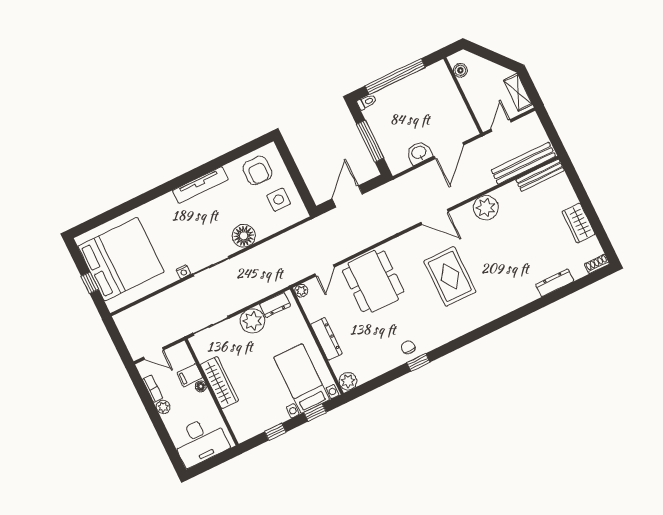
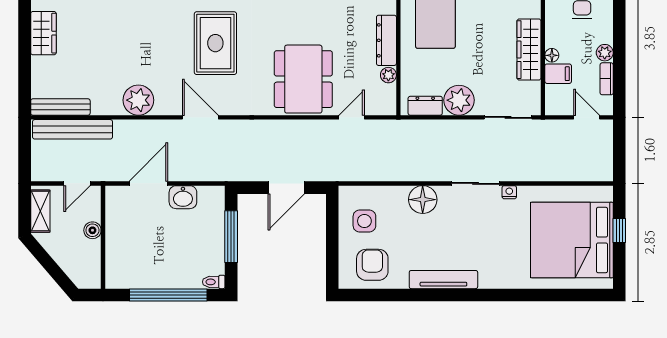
boiler: (460, 70) -> (92, 230), moved
plant: (301, 291) -> (388, 75), moved

